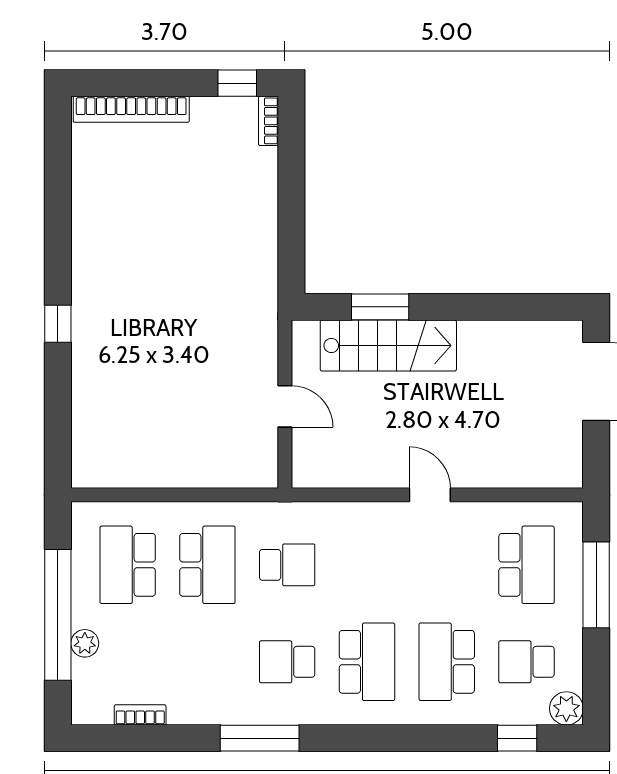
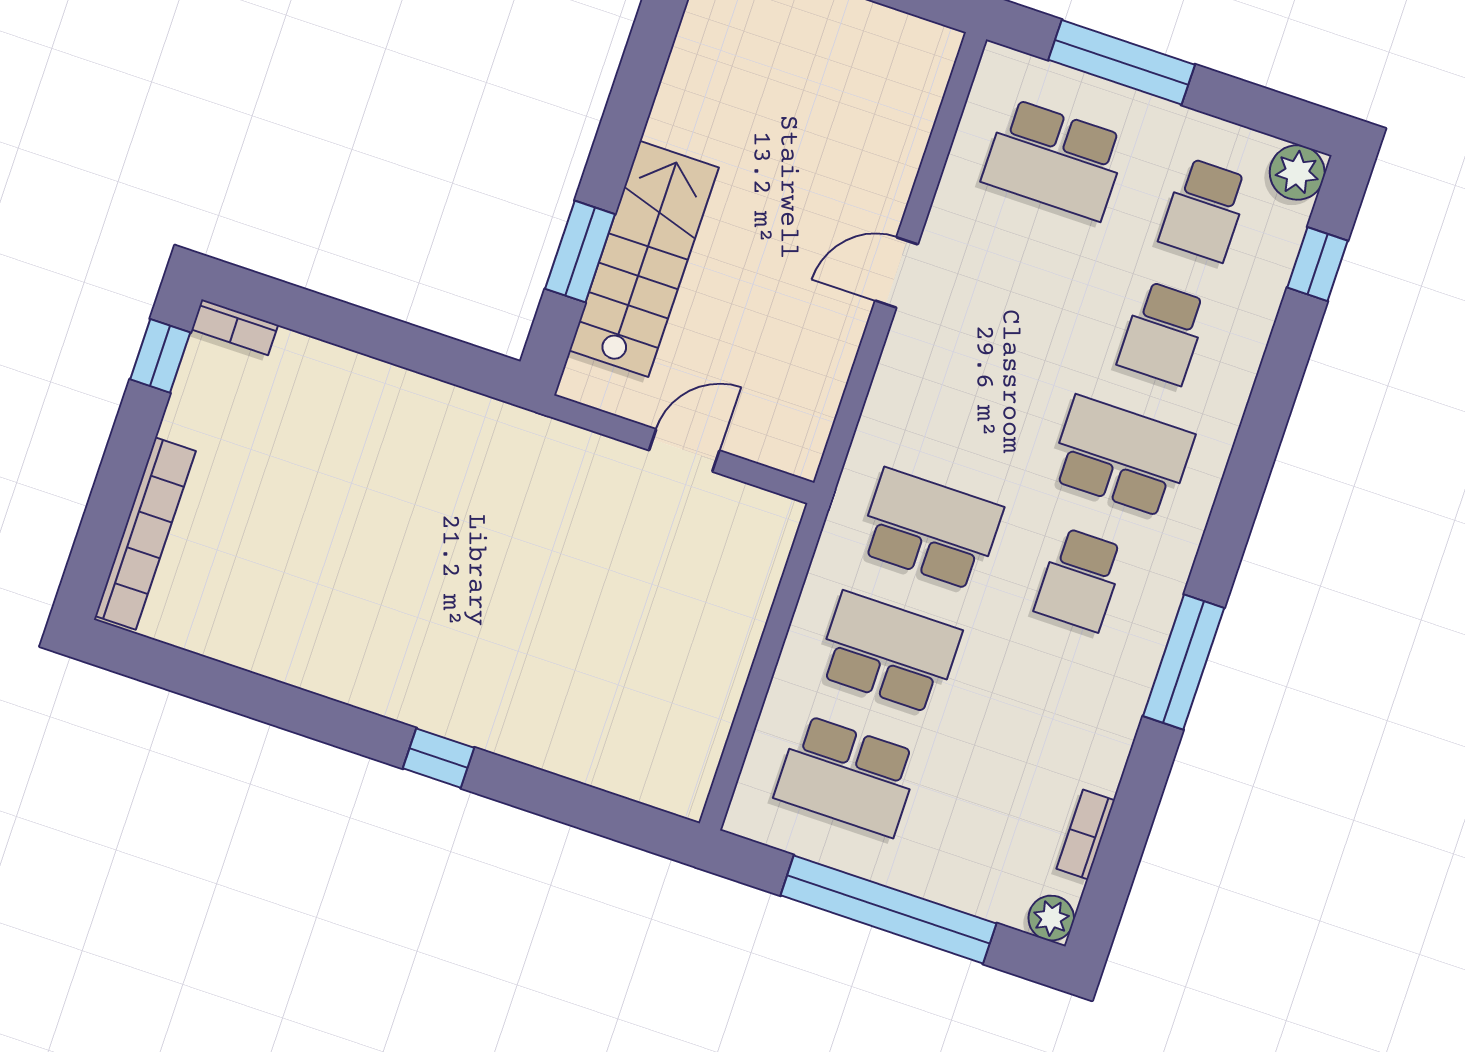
school desk: (287, 565) -> (930, 529), width x1.85
school desk: (527, 565) -> (1055, 160), turned 180
plant: (85, 643) -> (1051, 918), moved
school desk: (447, 662) -> (1163, 333), width x0.54

